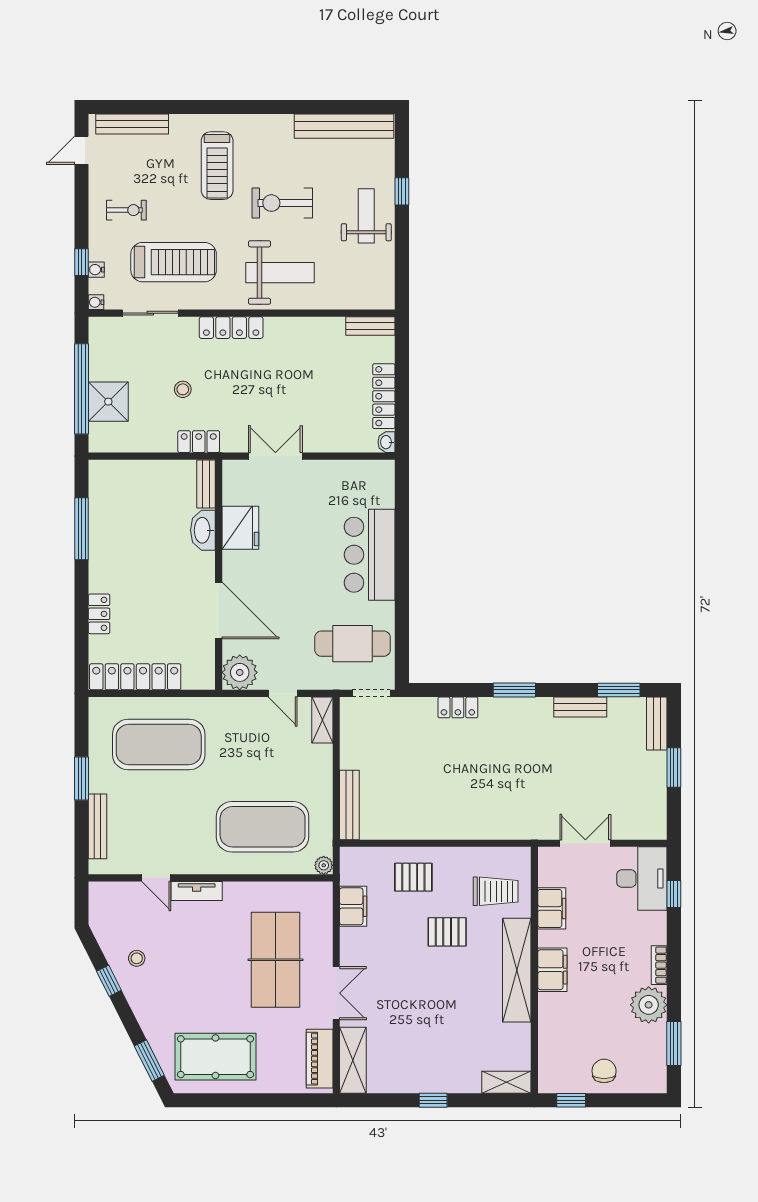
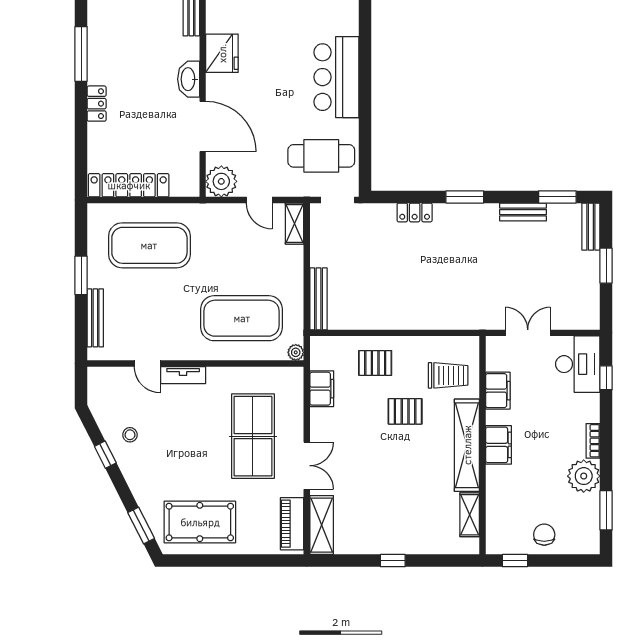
washbasin: (203, 530) -> (189, 79), moved
locker: (99, 614) -> (97, 104), moved
shelving: (506, 1082) -> (470, 515), moved, turned 90

